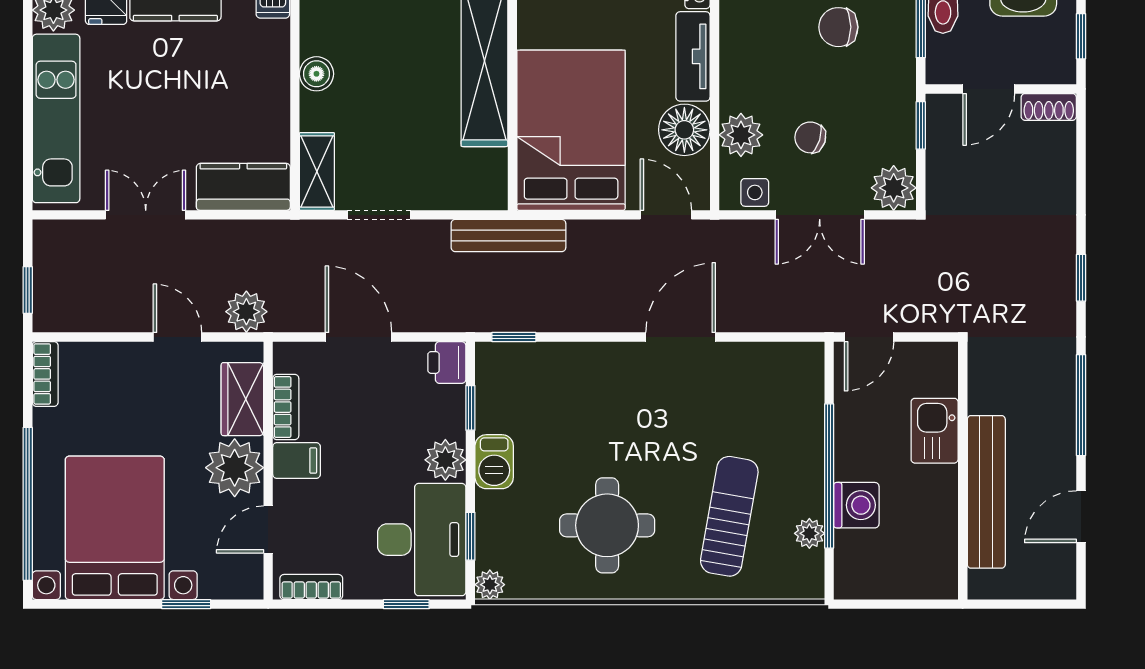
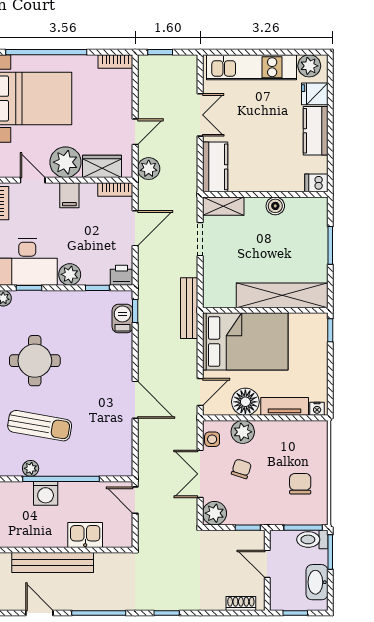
shoe rack: (1049, 107) -> (241, 603), moved, turned 90
bookcase: (286, 407) -> (115, 190), moved
barbecue: (494, 462) -> (122, 319), moved, turned 90

